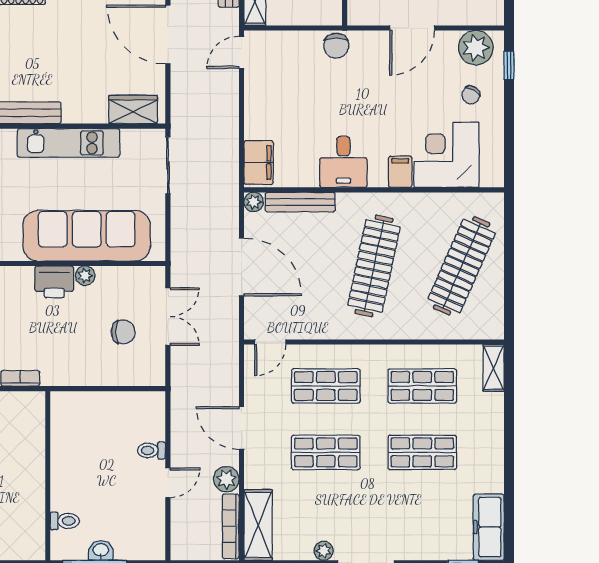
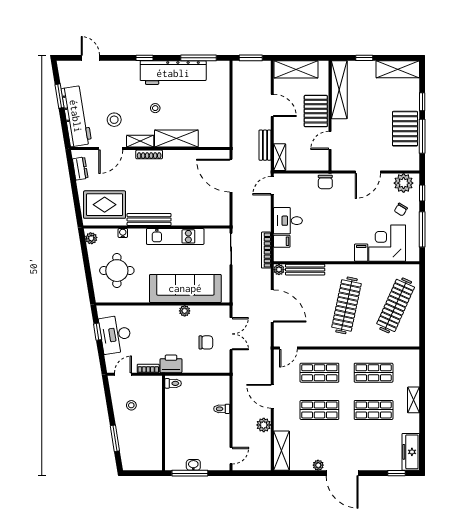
wardrobe: (133, 109) -> (211, 218), removed
window: (509, 130) -> (422, 229), added
filing cabinet: (259, 162) -> (282, 241), width x0.50
desk: (343, 162) -> (288, 221), moved, turned 90
printer: (54, 282) -> (171, 364), moved, turned 180
shelving: (494, 368) -> (413, 400), moved
door: (168, 483) -> (231, 456), moved
toilet: (65, 521) -> (173, 383), moved
bookcase: (231, 526) -> (266, 250), moved

